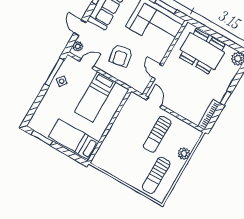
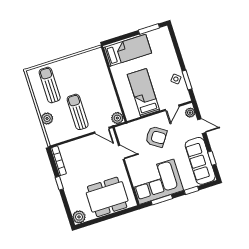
armchair: (121, 56) -> (156, 137), turned 134
window: (55, 72) -> (187, 80), width x0.69
plant: (134, 99) -> (117, 118), added

